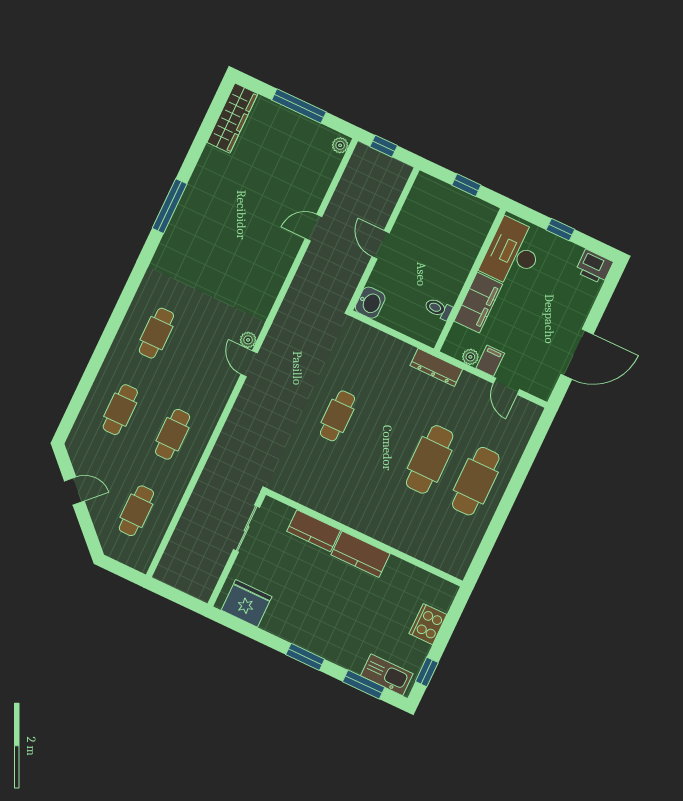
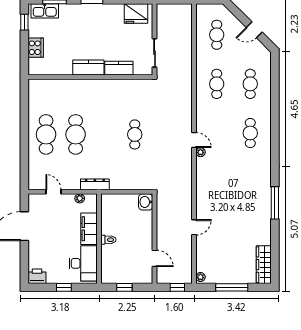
door: (381, 245) -> (155, 258), moved
toilet: (438, 309) -> (108, 240), moved
filing cabinet: (490, 361) -> (68, 201), removed

